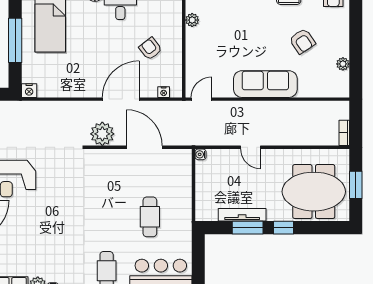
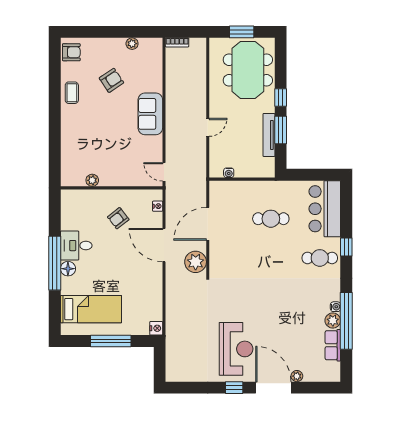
sofa: (265, 84) -> (150, 114), width x0.73
bookcase: (344, 133) -> (177, 42), moved
water cooler: (201, 154) -> (229, 173), moved

